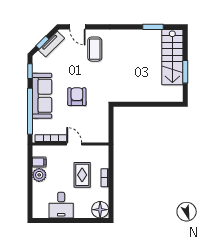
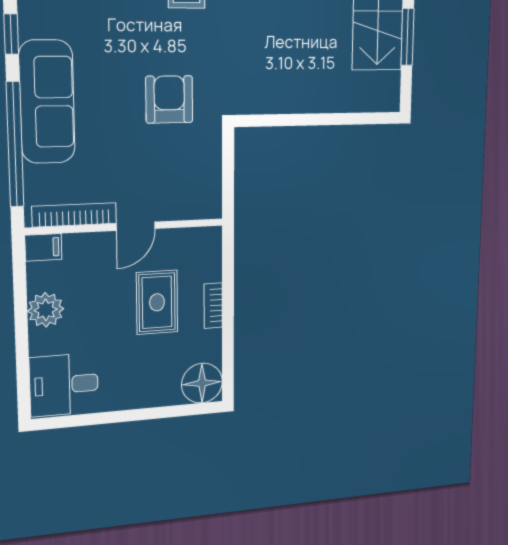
armchair: (77, 97) -> (169, 99), moved
door: (74, 144) -> (136, 226), swing flipped
filing cabinet: (39, 162) -> (43, 247), moved
desk: (61, 205) -> (64, 385), moved, turned 90

